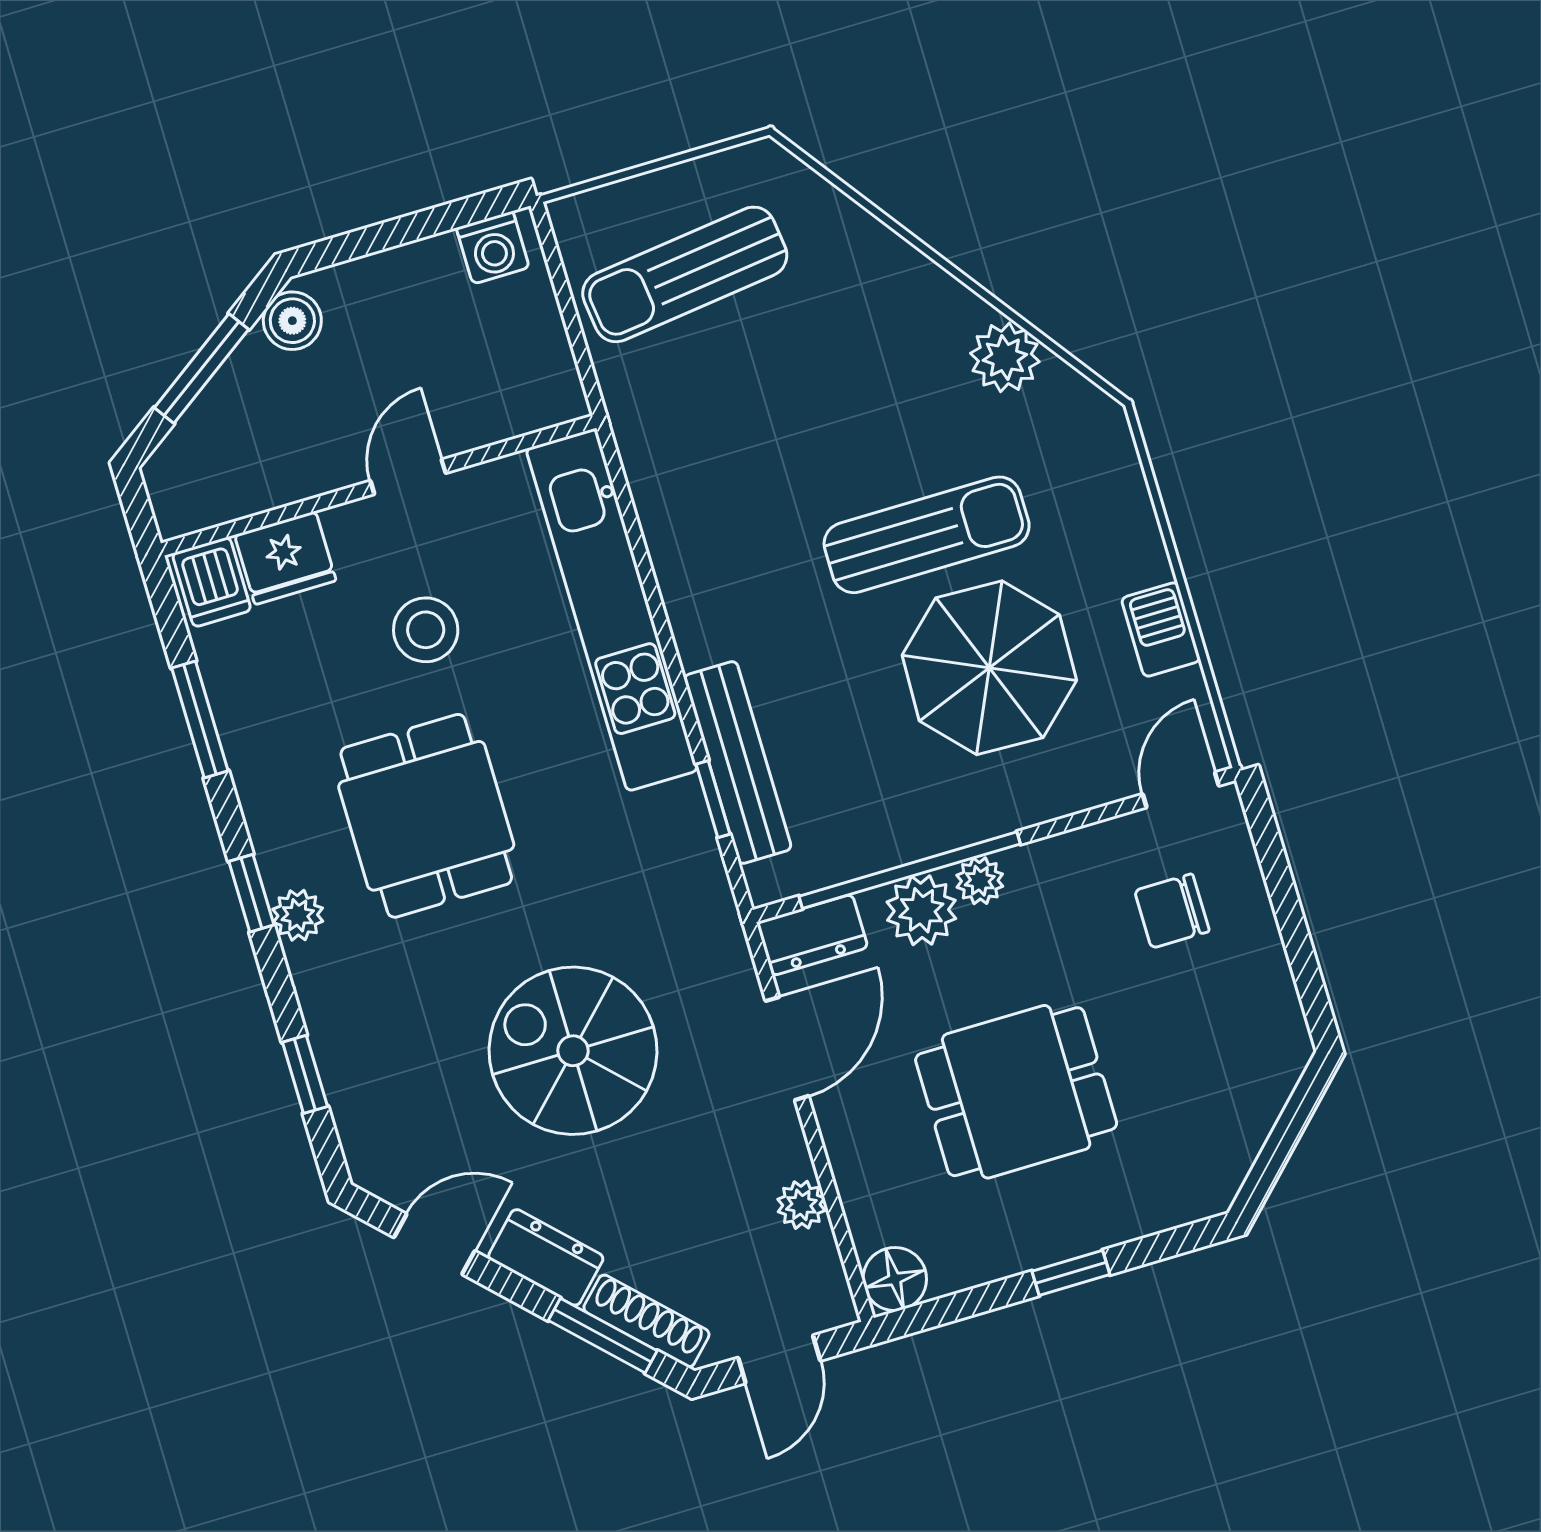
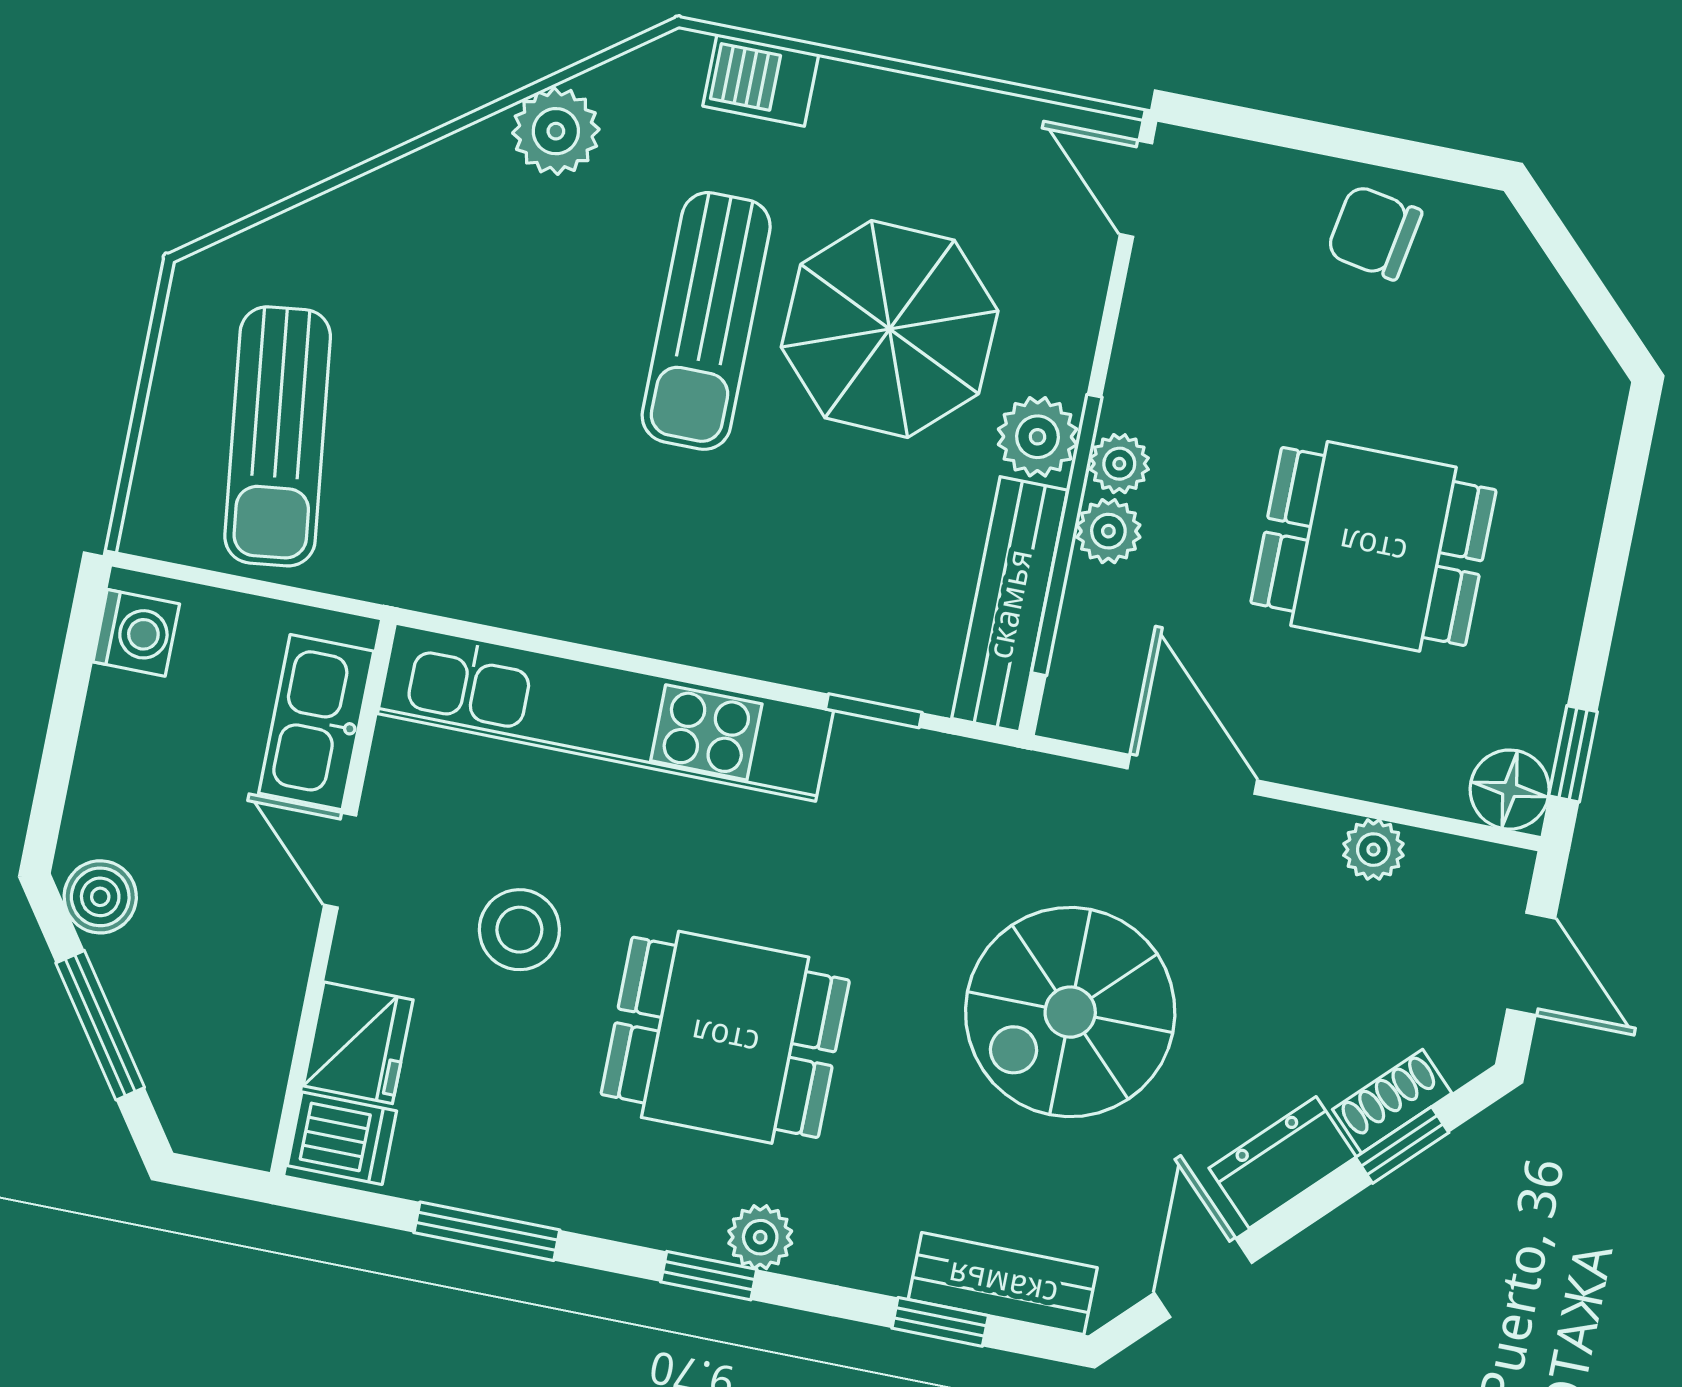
kitchen sink: (497, 408) -> (316, 722), added
sun lounger: (927, 535) -> (706, 321), turned 180
barbecue: (1161, 629) -> (761, 80), moved
bench: (738, 763) -> (1010, 604), moved, turned 90
plant: (968, 813) -> (1037, 437), added
plant: (921, 910) -> (1108, 531), width x0.73, depth x0.73
chair: (1172, 911) -> (1374, 232), moved, turned 100
dresser: (812, 935) -> (1082, 680), removed
dining table: (1016, 1092) -> (1373, 546), turned 90
bench: (356, 1104) -> (1003, 1284), added
window: (1071, 1273) -> (1573, 754), moved
shoe rack: (646, 1321) -> (1392, 1101), width x0.70
window: (603, 1336) -> (1402, 1145), width x0.67

